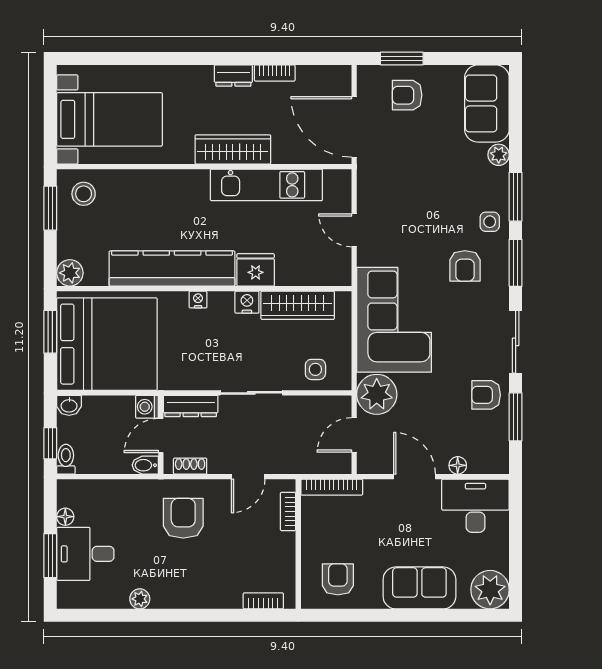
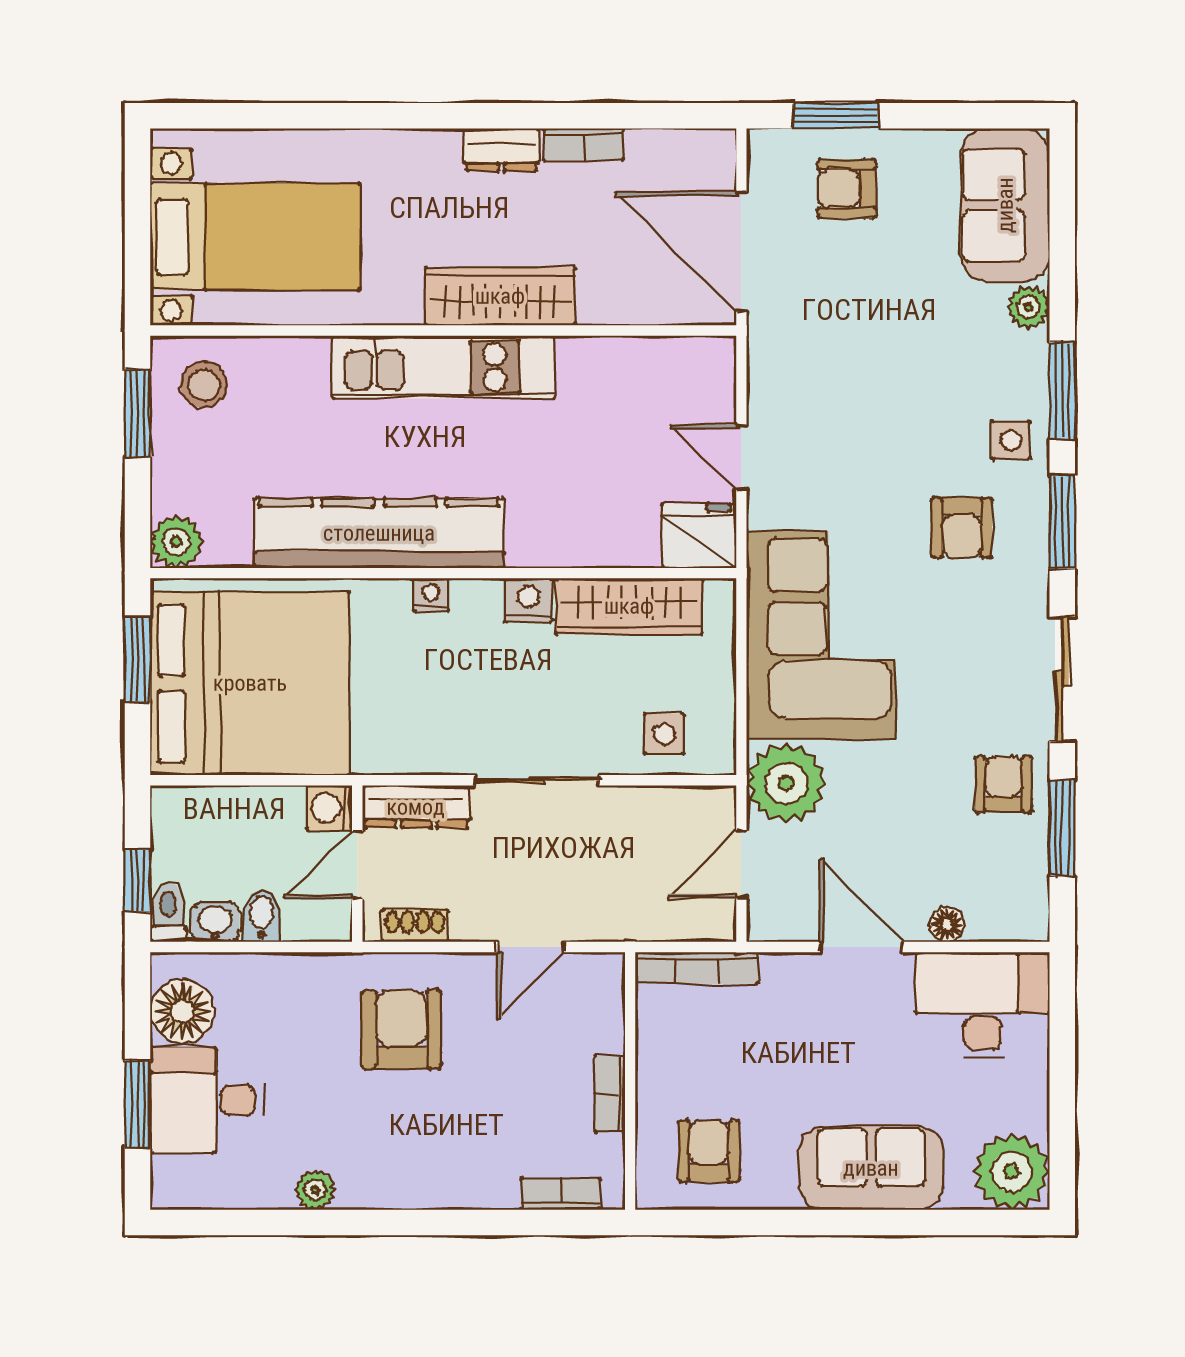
kitchen unit: (266, 185) -> (444, 367), moved
fridge: (256, 270) -> (699, 536), moved
armchair: (486, 395) -> (1004, 784), turned 90
washbasin: (69, 405) -> (215, 922), moved, turned 180
bidet: (145, 465) -> (261, 916), moved, turned 90
bookcase: (288, 511) -> (610, 1094), moved
floor lamp: (65, 517) -> (182, 1011), width x1.89, depth x1.89

